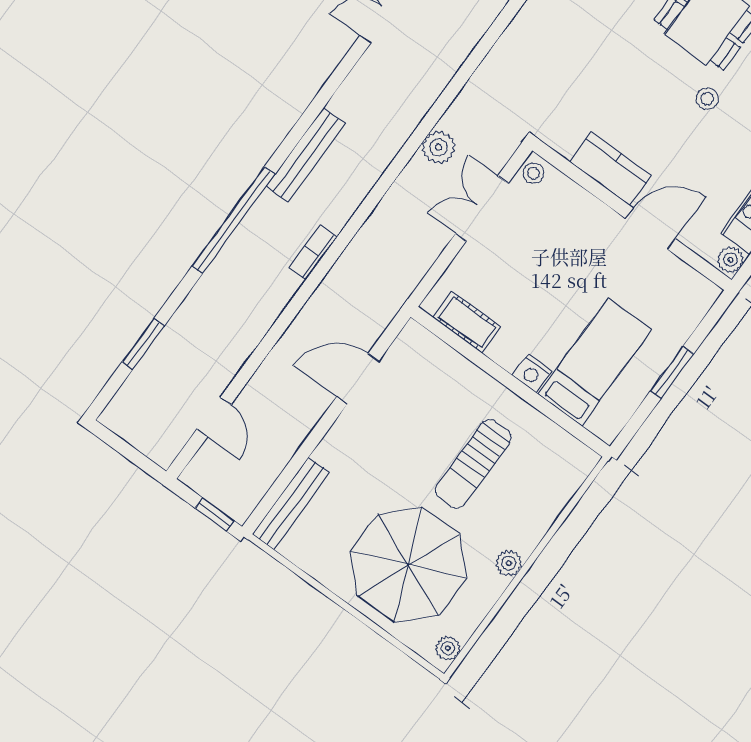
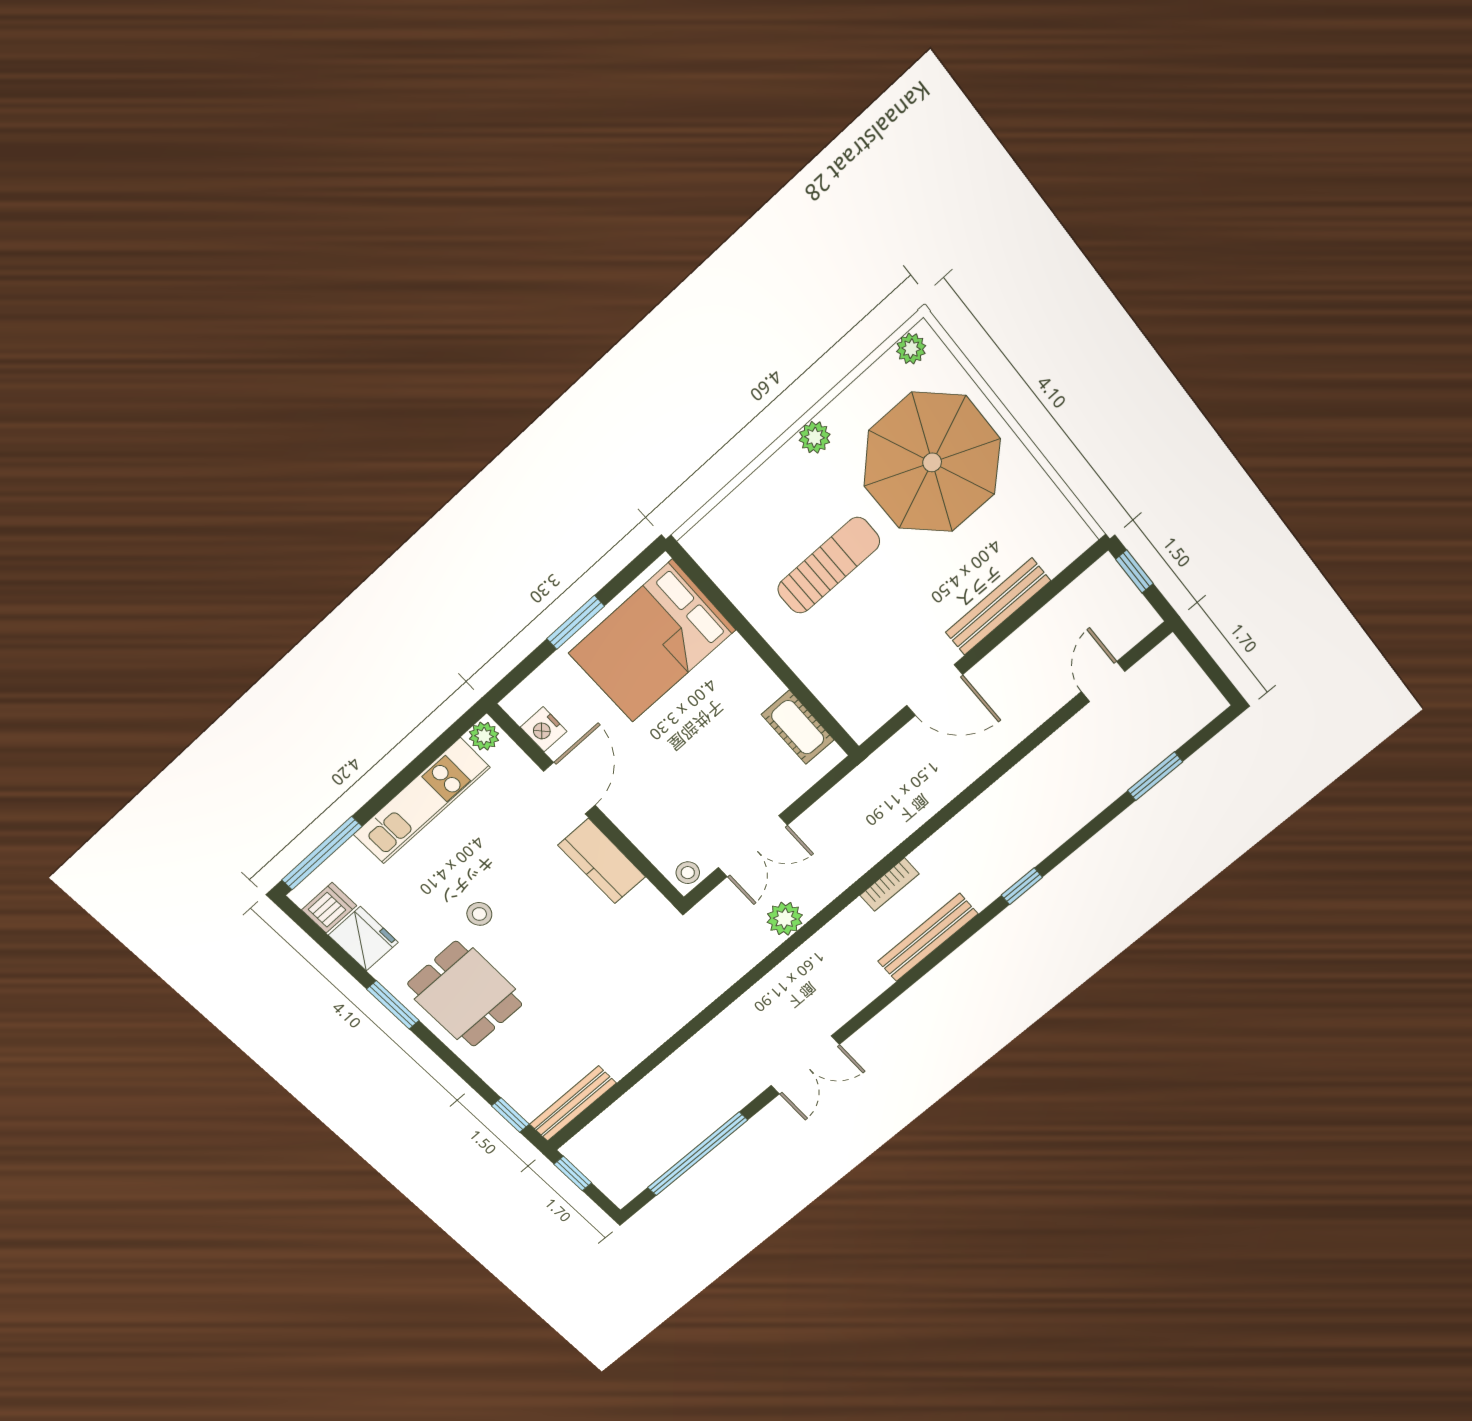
window: (234, 220) -> (1022, 886), width x0.32
door: (650, 229) -> (569, 788), swing flipped
bookcase: (313, 252) -> (889, 885), moved
bed: (595, 362) -> (652, 641), width x1.50
nightstand: (532, 373) -> (544, 729), moved, turned 180
bench: (291, 503) -> (998, 607), moved

